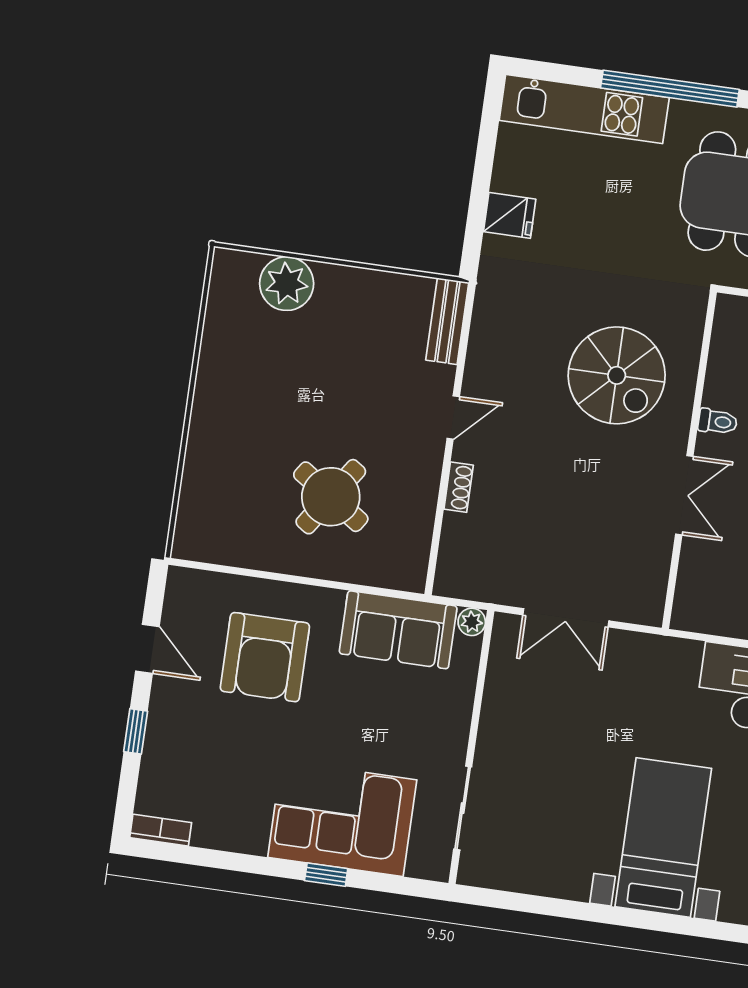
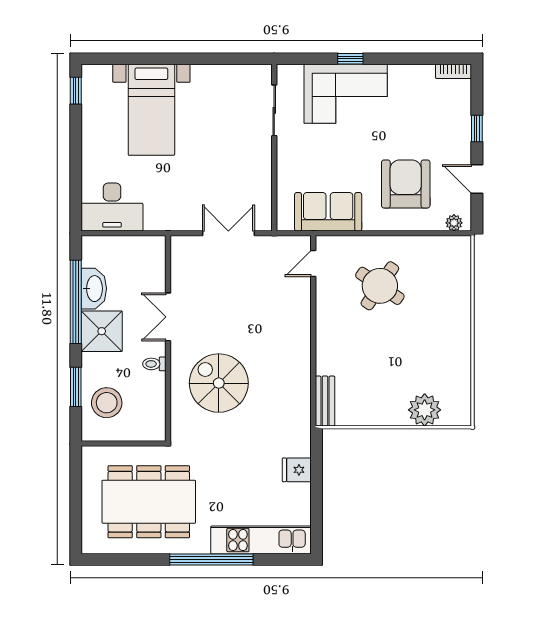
door: (453, 418) -> (313, 263), moved
shoe rack: (459, 487) -> (304, 302), removed
plant: (472, 622) -> (454, 223), moved

